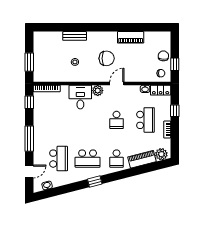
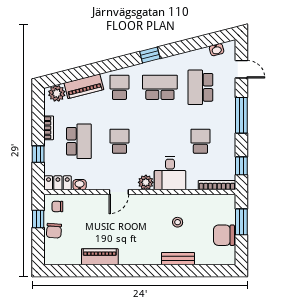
chair: (107, 58) -> (224, 235), moved
school desk: (59, 120) -> (200, 141), added
school desk: (145, 120) -> (79, 141), turned 180
door: (29, 171) -> (241, 69), swing flipped

